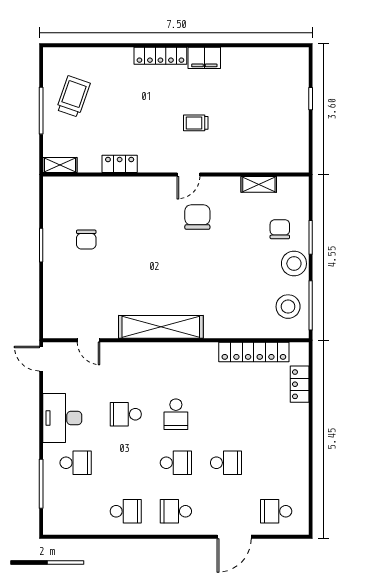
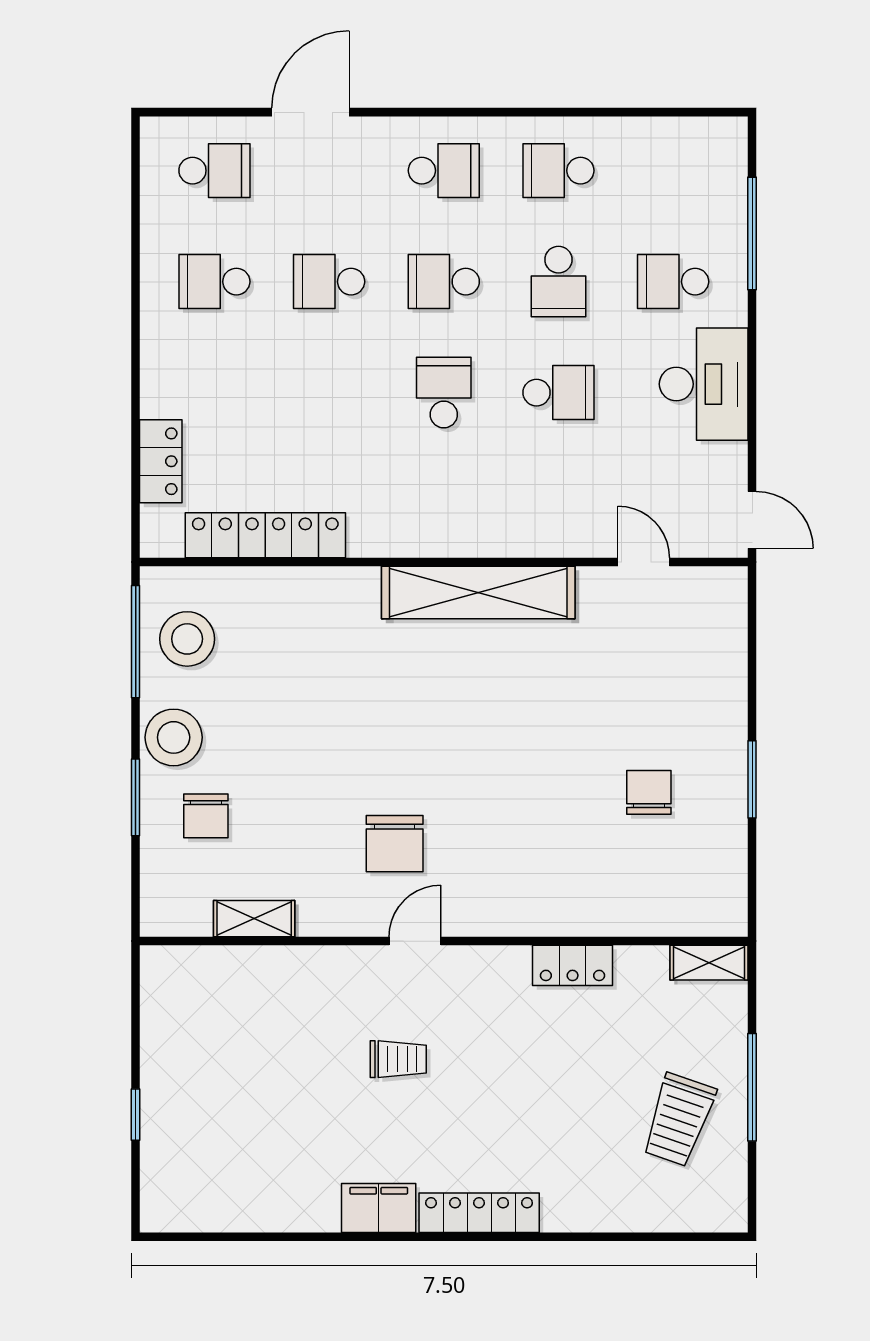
school desk: (126, 463) -> (558, 282), added
school desk: (276, 463) -> (214, 282), added

